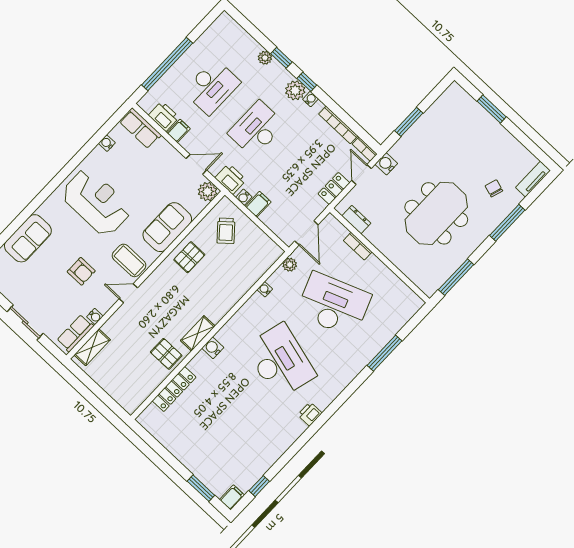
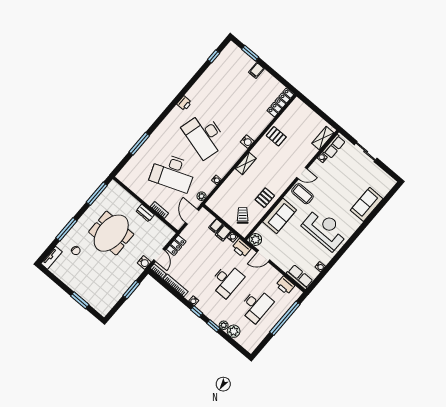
desk: (212, 87) -> (256, 305), turned 180
plant: (295, 90) -> (234, 331), moved
filing cabinet: (179, 131) -> (216, 226), moved
reception desk: (96, 202) -> (325, 229), turned 180
dresser: (356, 220) -> (145, 213), moved
armchair: (81, 271) -> (332, 185), removed
shelving: (198, 333) -> (246, 164), moved
locker: (174, 389) -> (280, 103), moved
filing cabinet: (232, 497) -> (256, 70), moved

